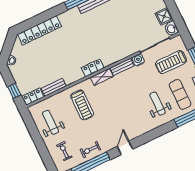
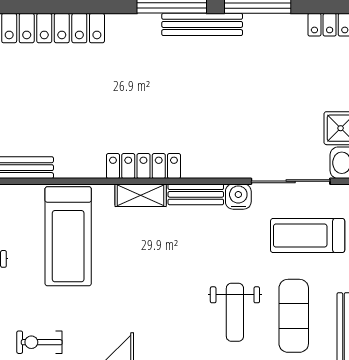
locker: (93, 68) -> (143, 166), width x1.53
weight bench: (158, 104) -> (235, 312), turned 180
treadmill: (82, 105) -> (68, 236), width x1.37, depth x1.38

